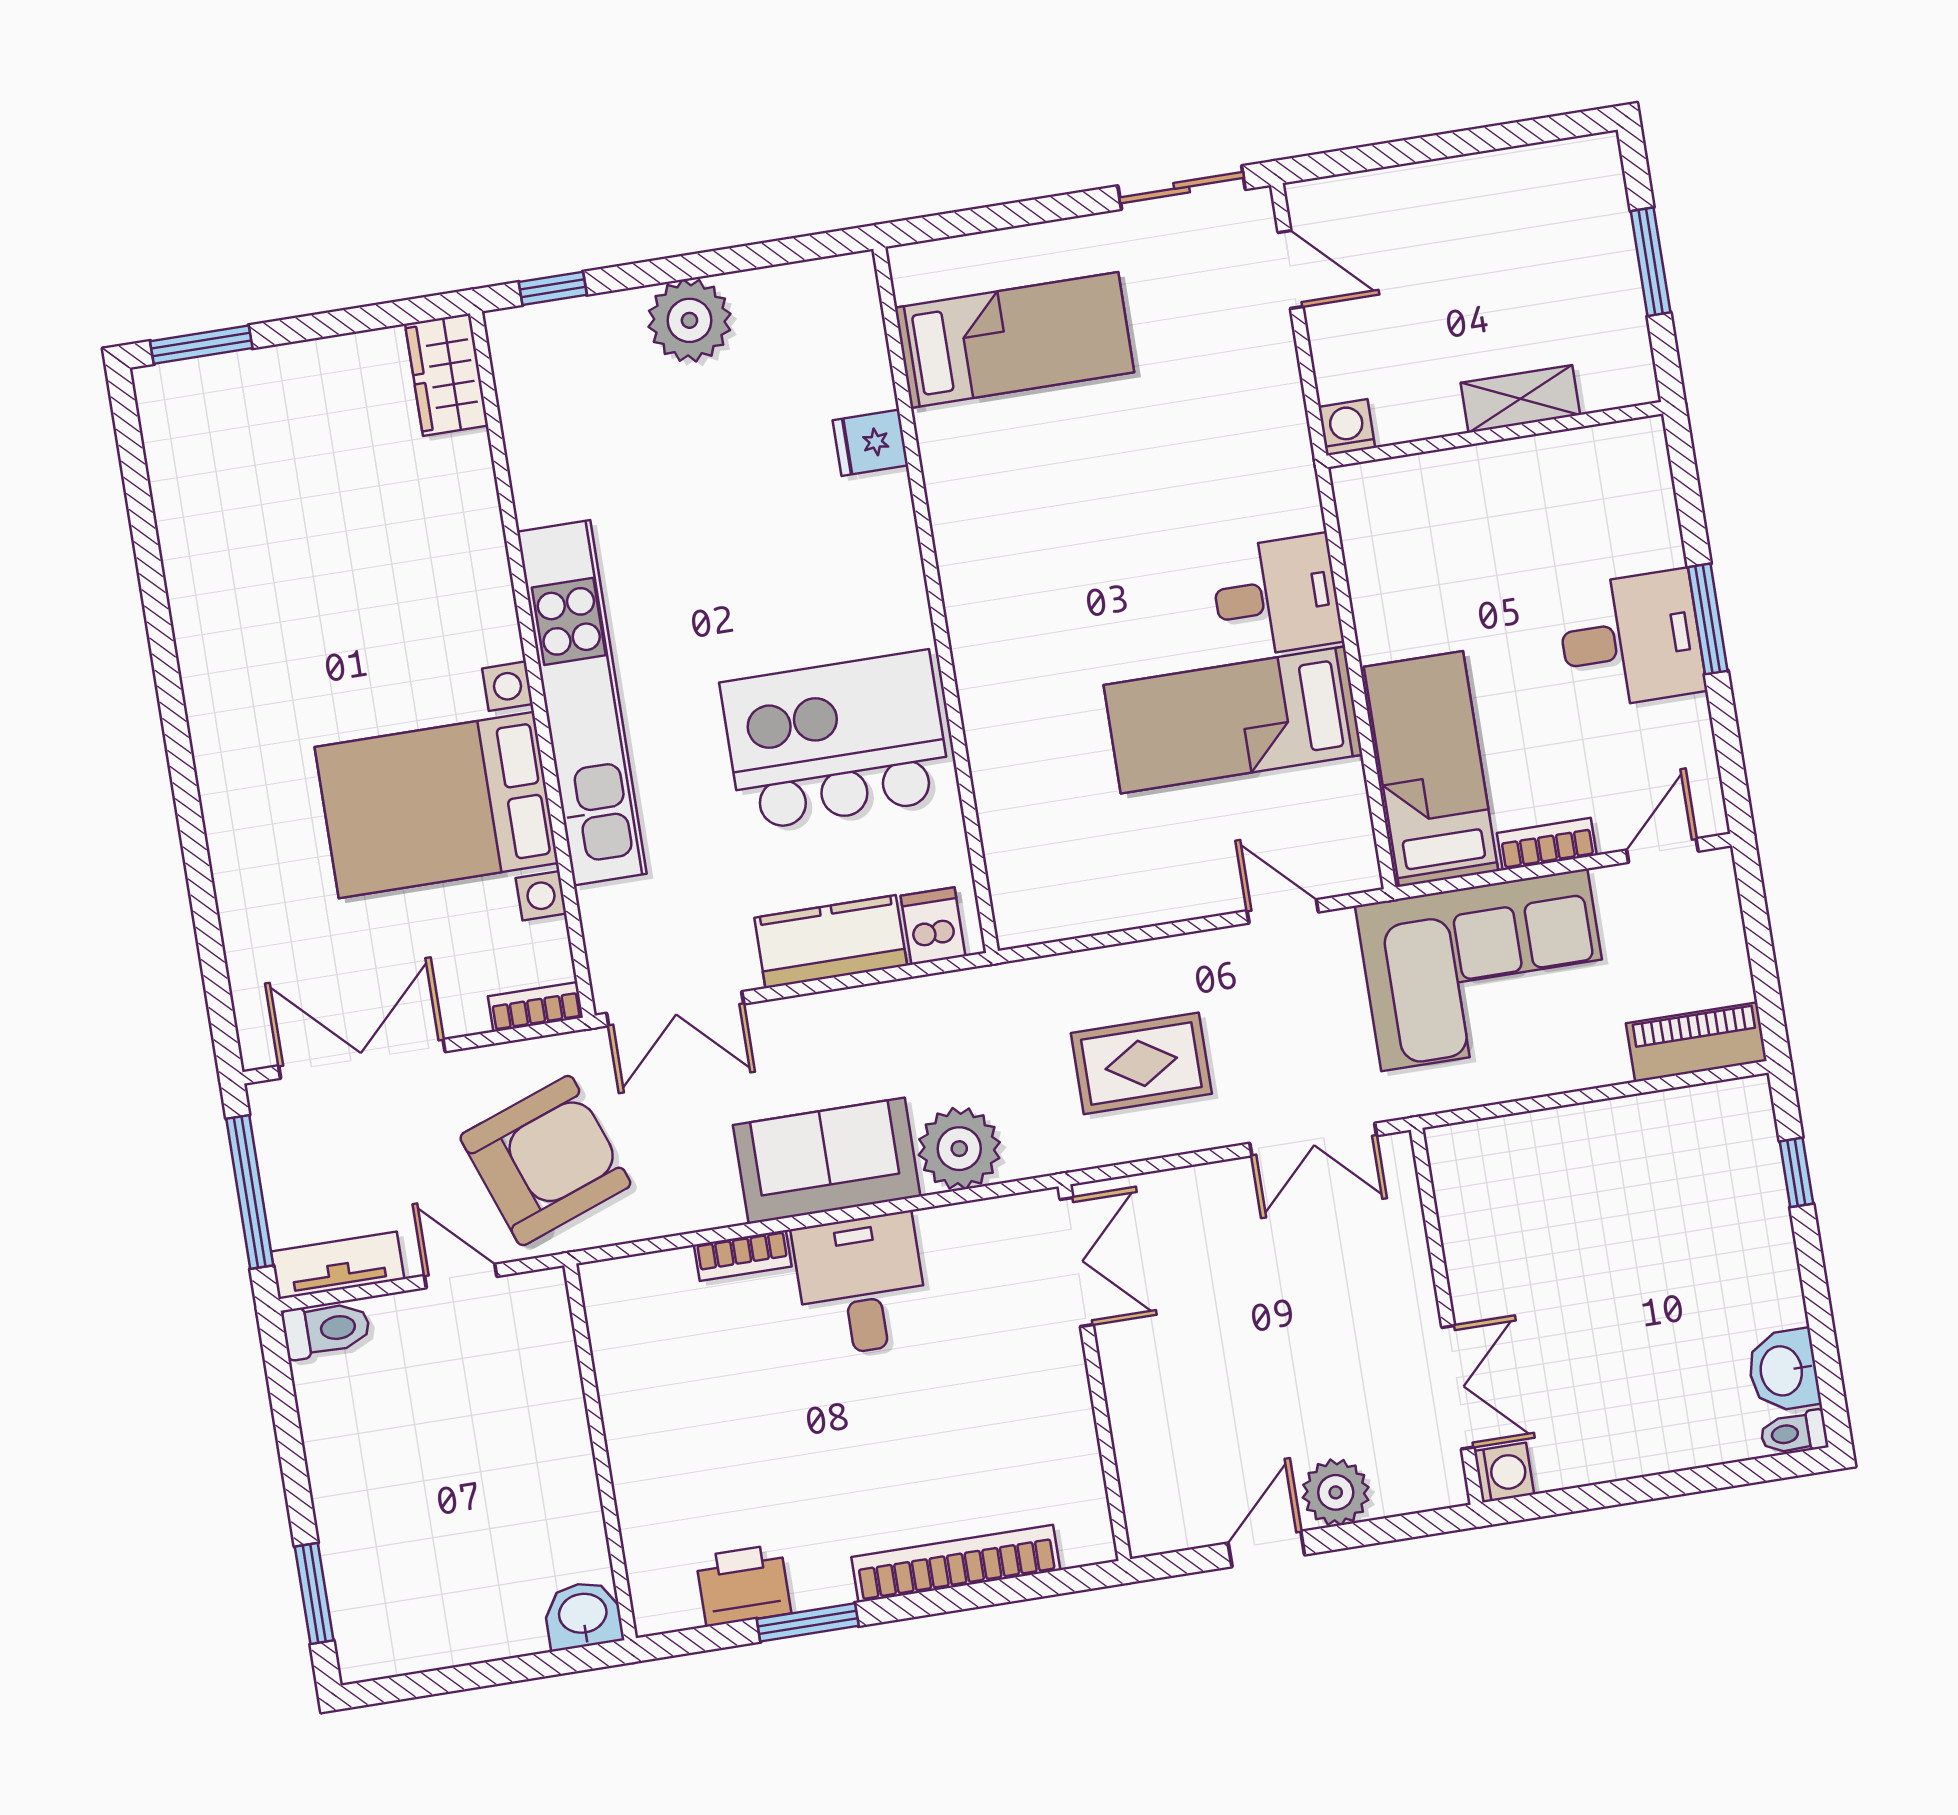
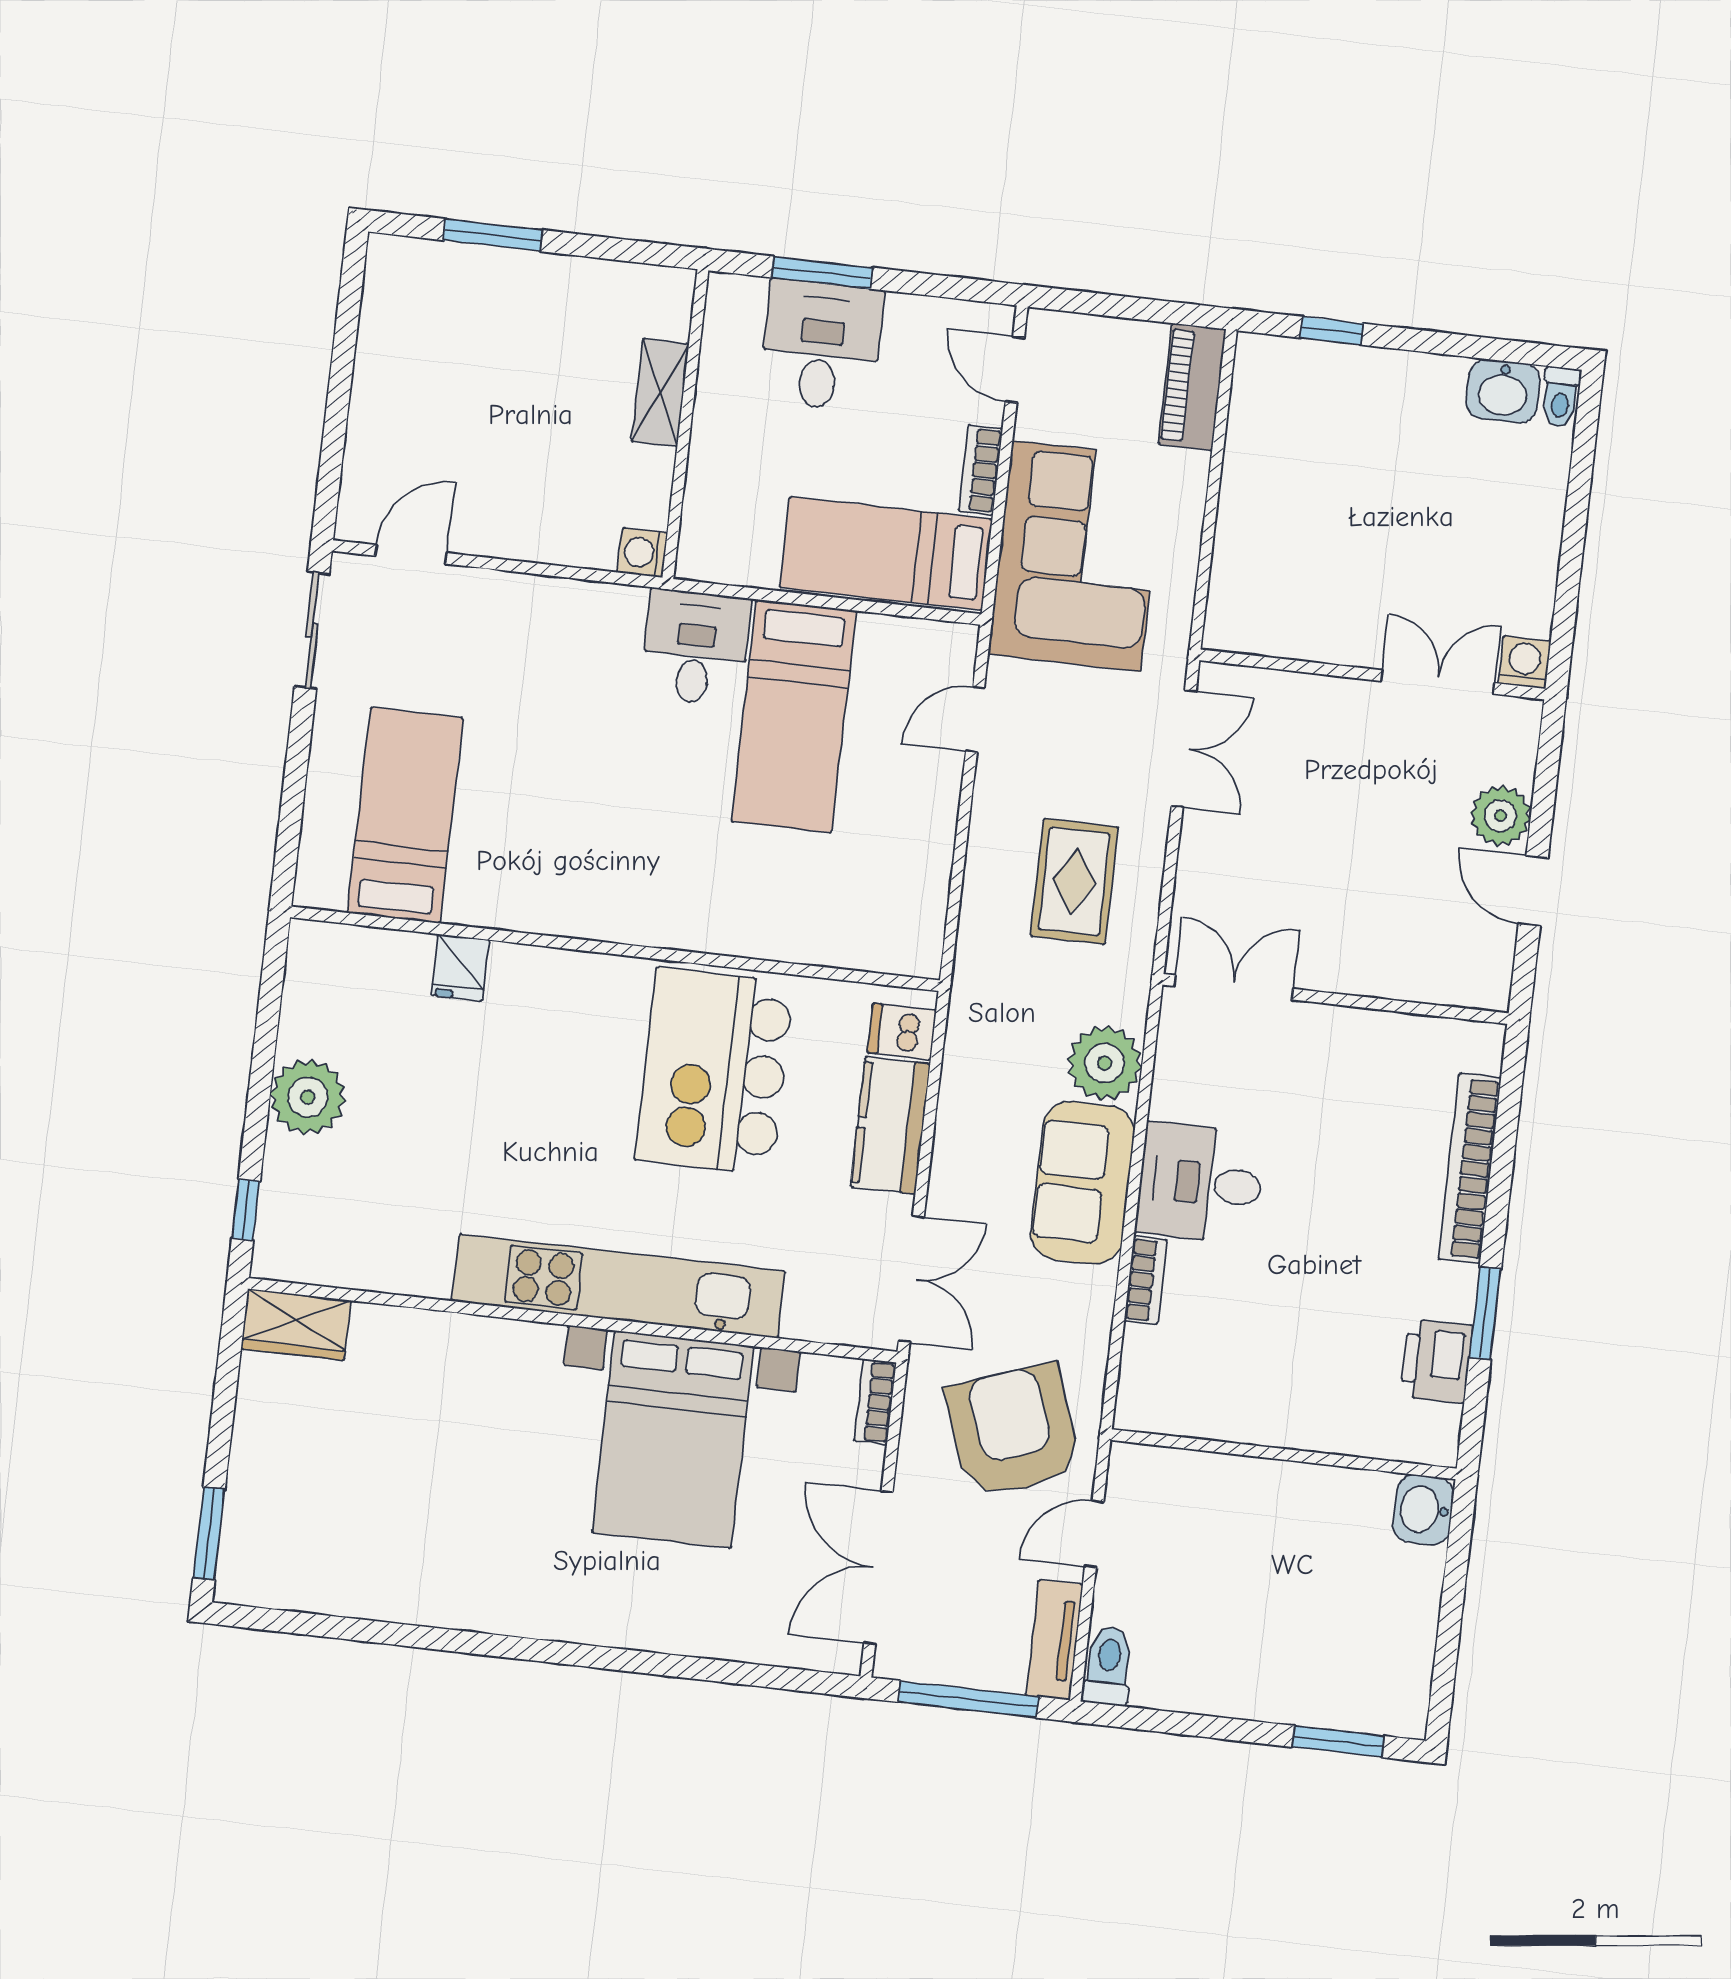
shelving: (1520, 399) -> (660, 393), moved
washing machine: (1347, 427) -> (642, 553), moved
wall: (1495, 435) -> (685, 424), moved

